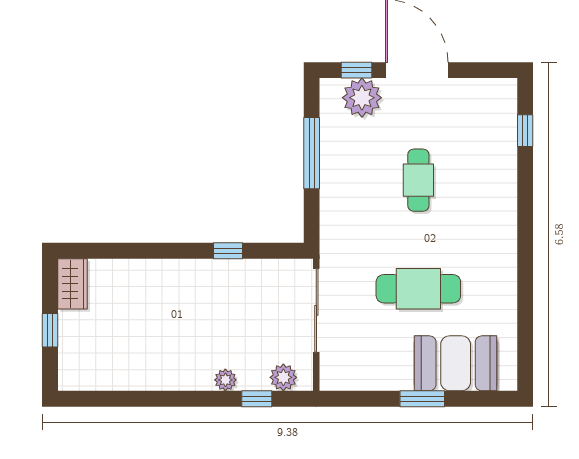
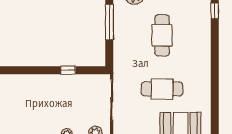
cafe table: (418, 180) -> (162, 35), width x1.37, depth x1.35

